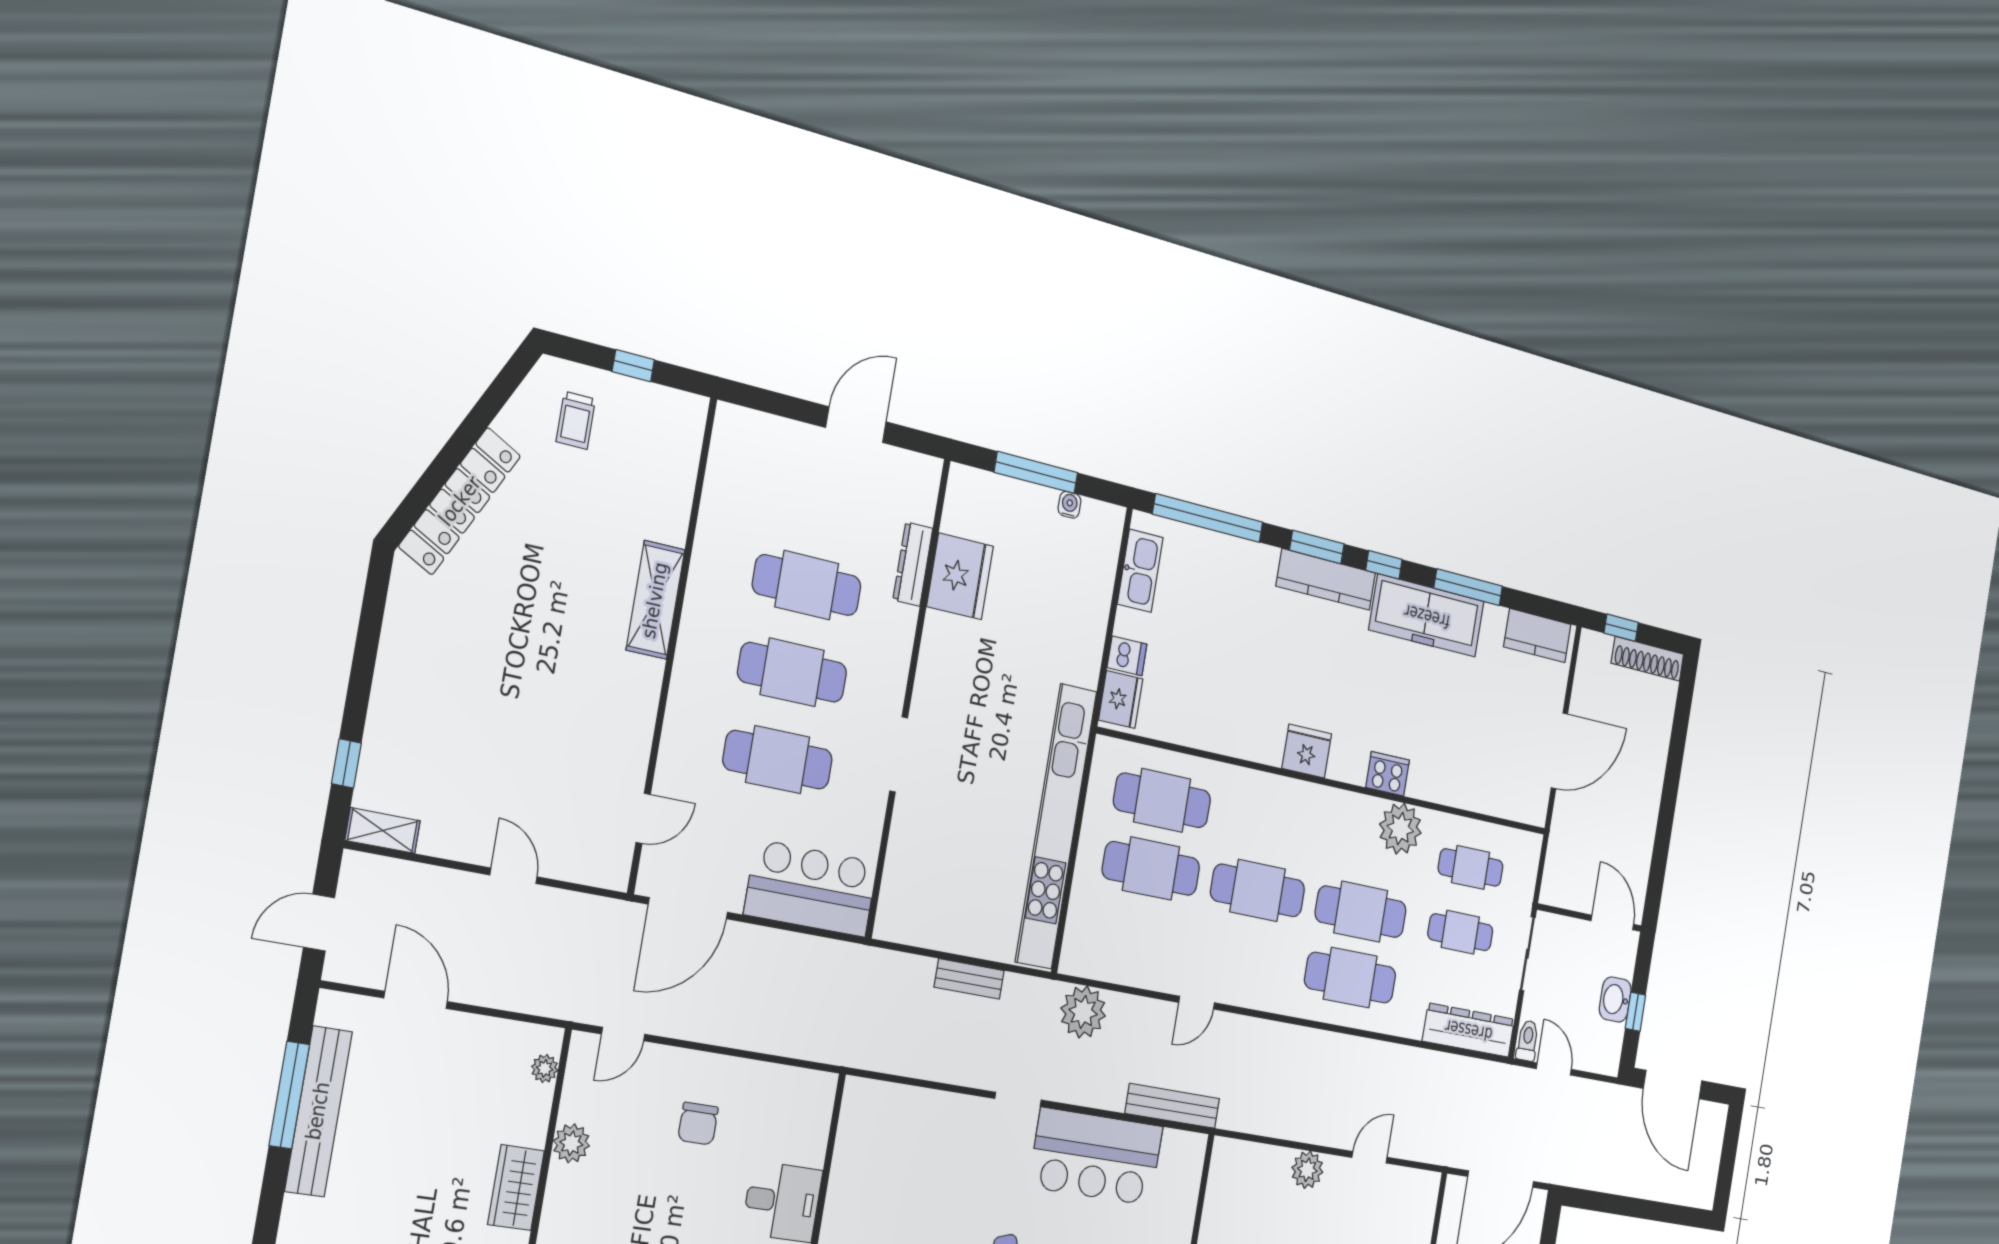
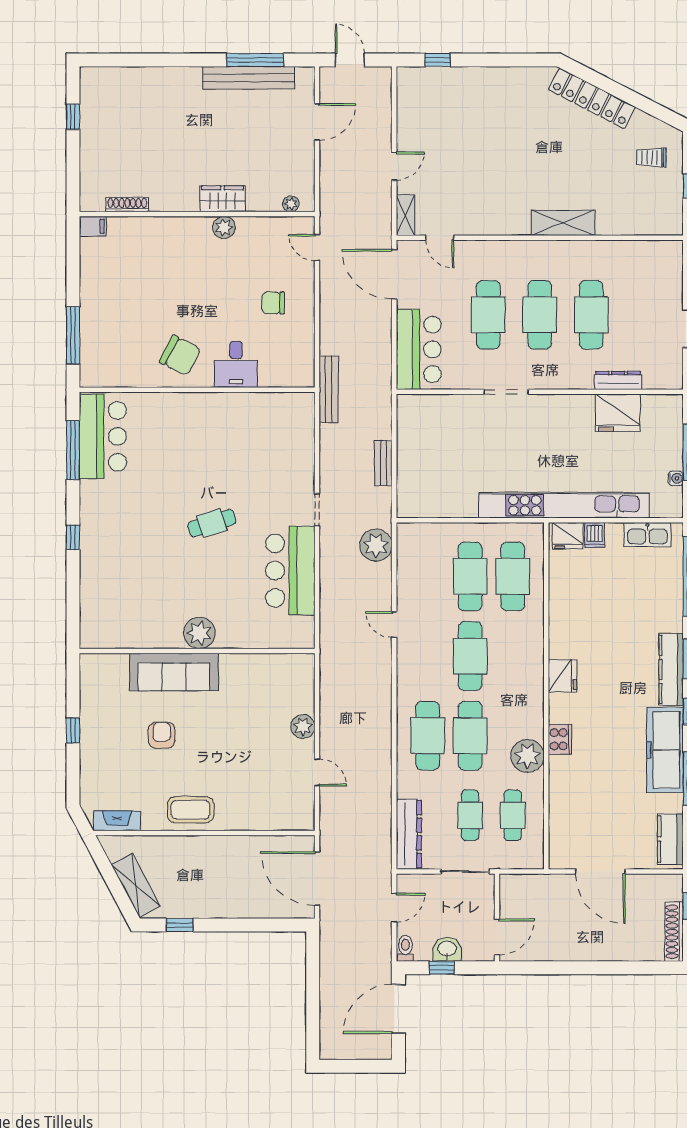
kitchen unit: (1056, 826) -> (564, 505), moved
shelving: (383, 831) -> (405, 215), moved
toilet: (1527, 1041) -> (405, 948), moved, turned -90
bench: (1172, 1106) -> (329, 389), moved
plant: (571, 1143) -> (224, 227), moved

